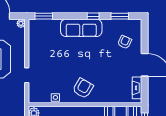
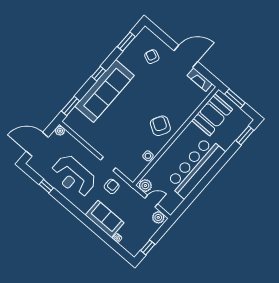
window: (93, 16) -> (99, 74), moved
sofa: (81, 28) -> (105, 91), width x1.36, depth x1.27
armchair: (14, 91) -> (112, 186), added

